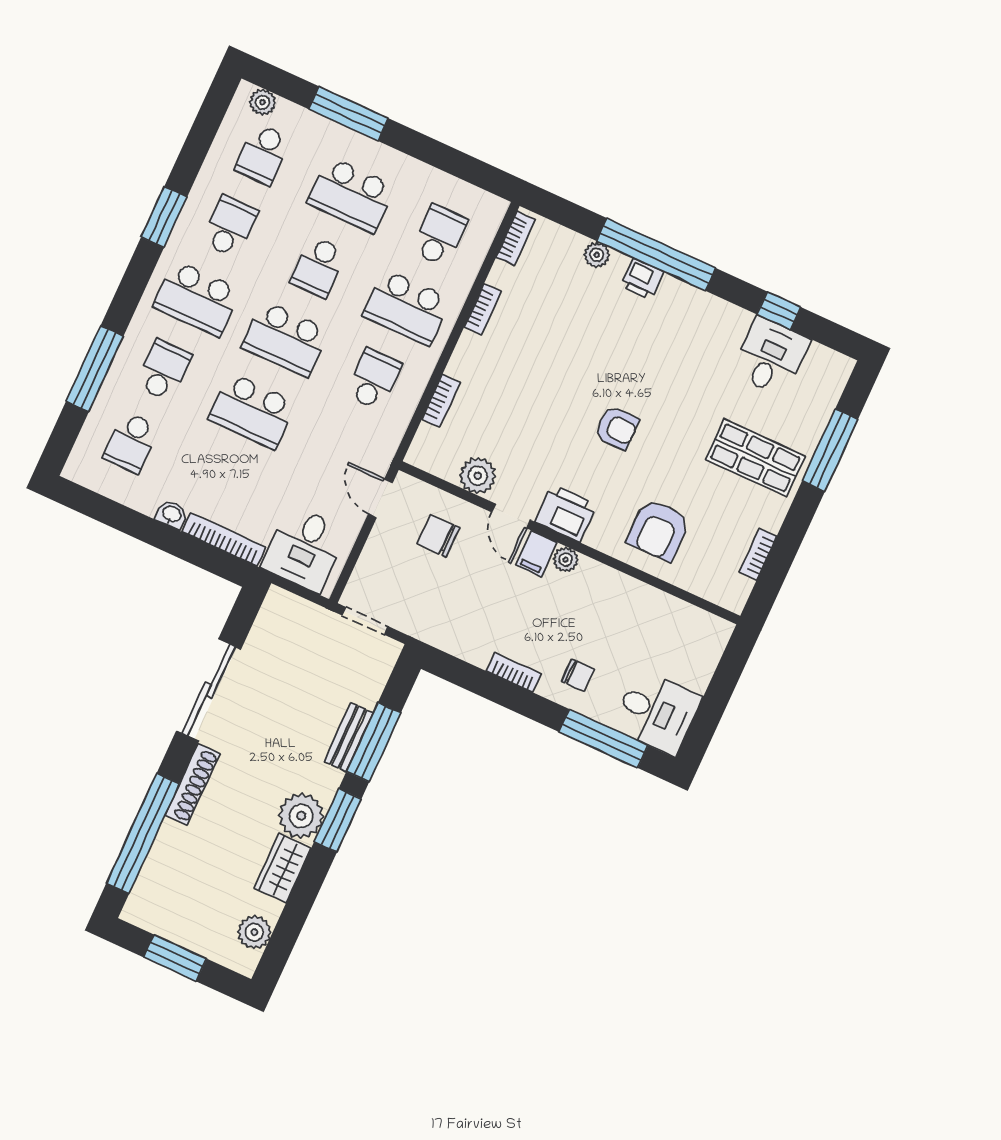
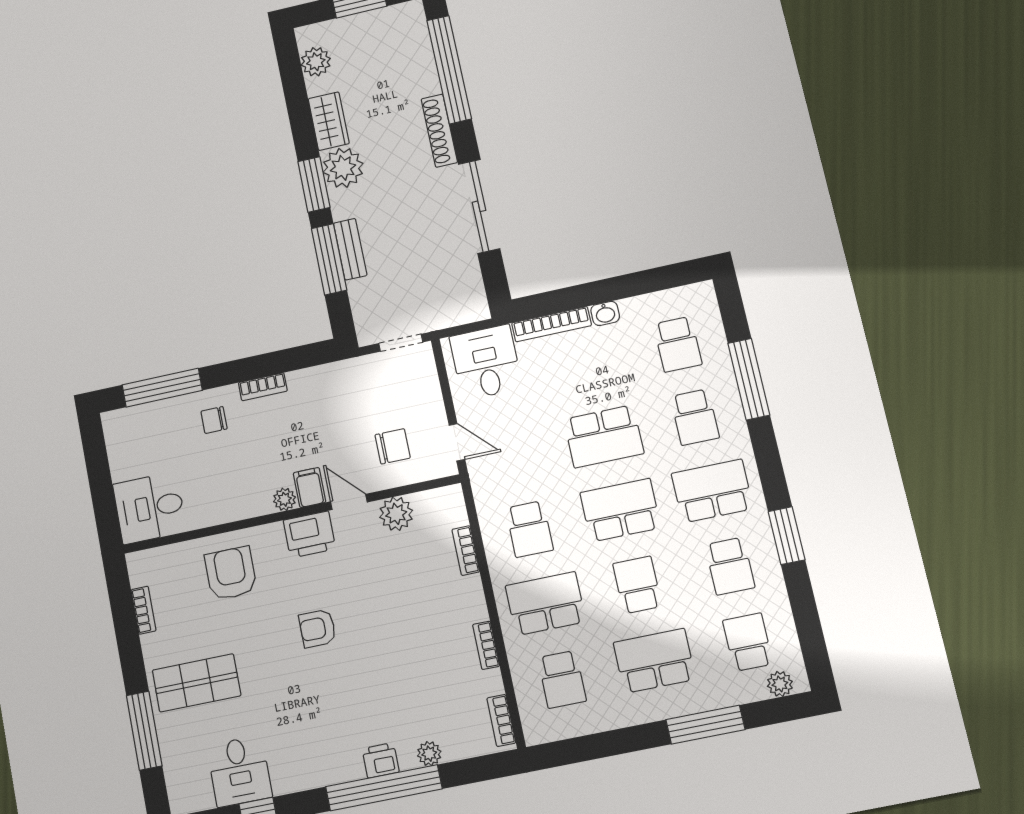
school desk: (252, 411) -> (604, 436), turned 180
school desk: (131, 442) -> (678, 344), turned 180
desk: (657, 712) -> (150, 508), moved

